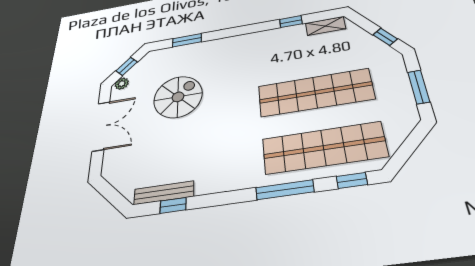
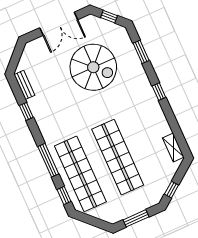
window: (291, 22) -> (159, 92), moved
plant: (122, 84) -> (94, 21), removed
spiral stairs: (178, 97) -> (93, 67), width x1.37, depth x1.37
bench: (164, 193) -> (24, 85), width x0.73
window: (173, 205) -> (26, 111), moved

